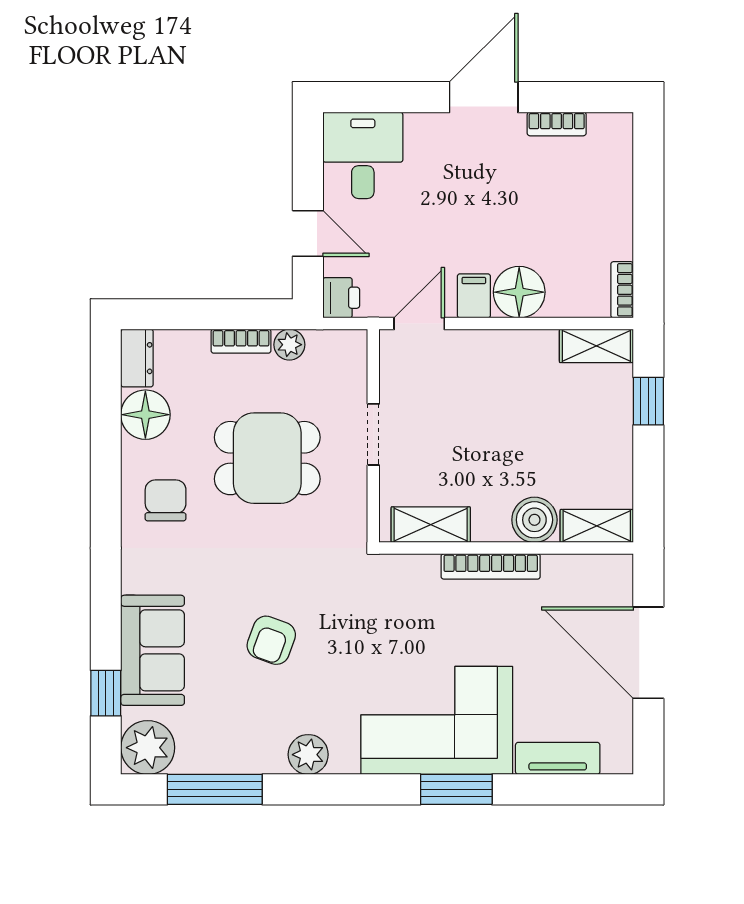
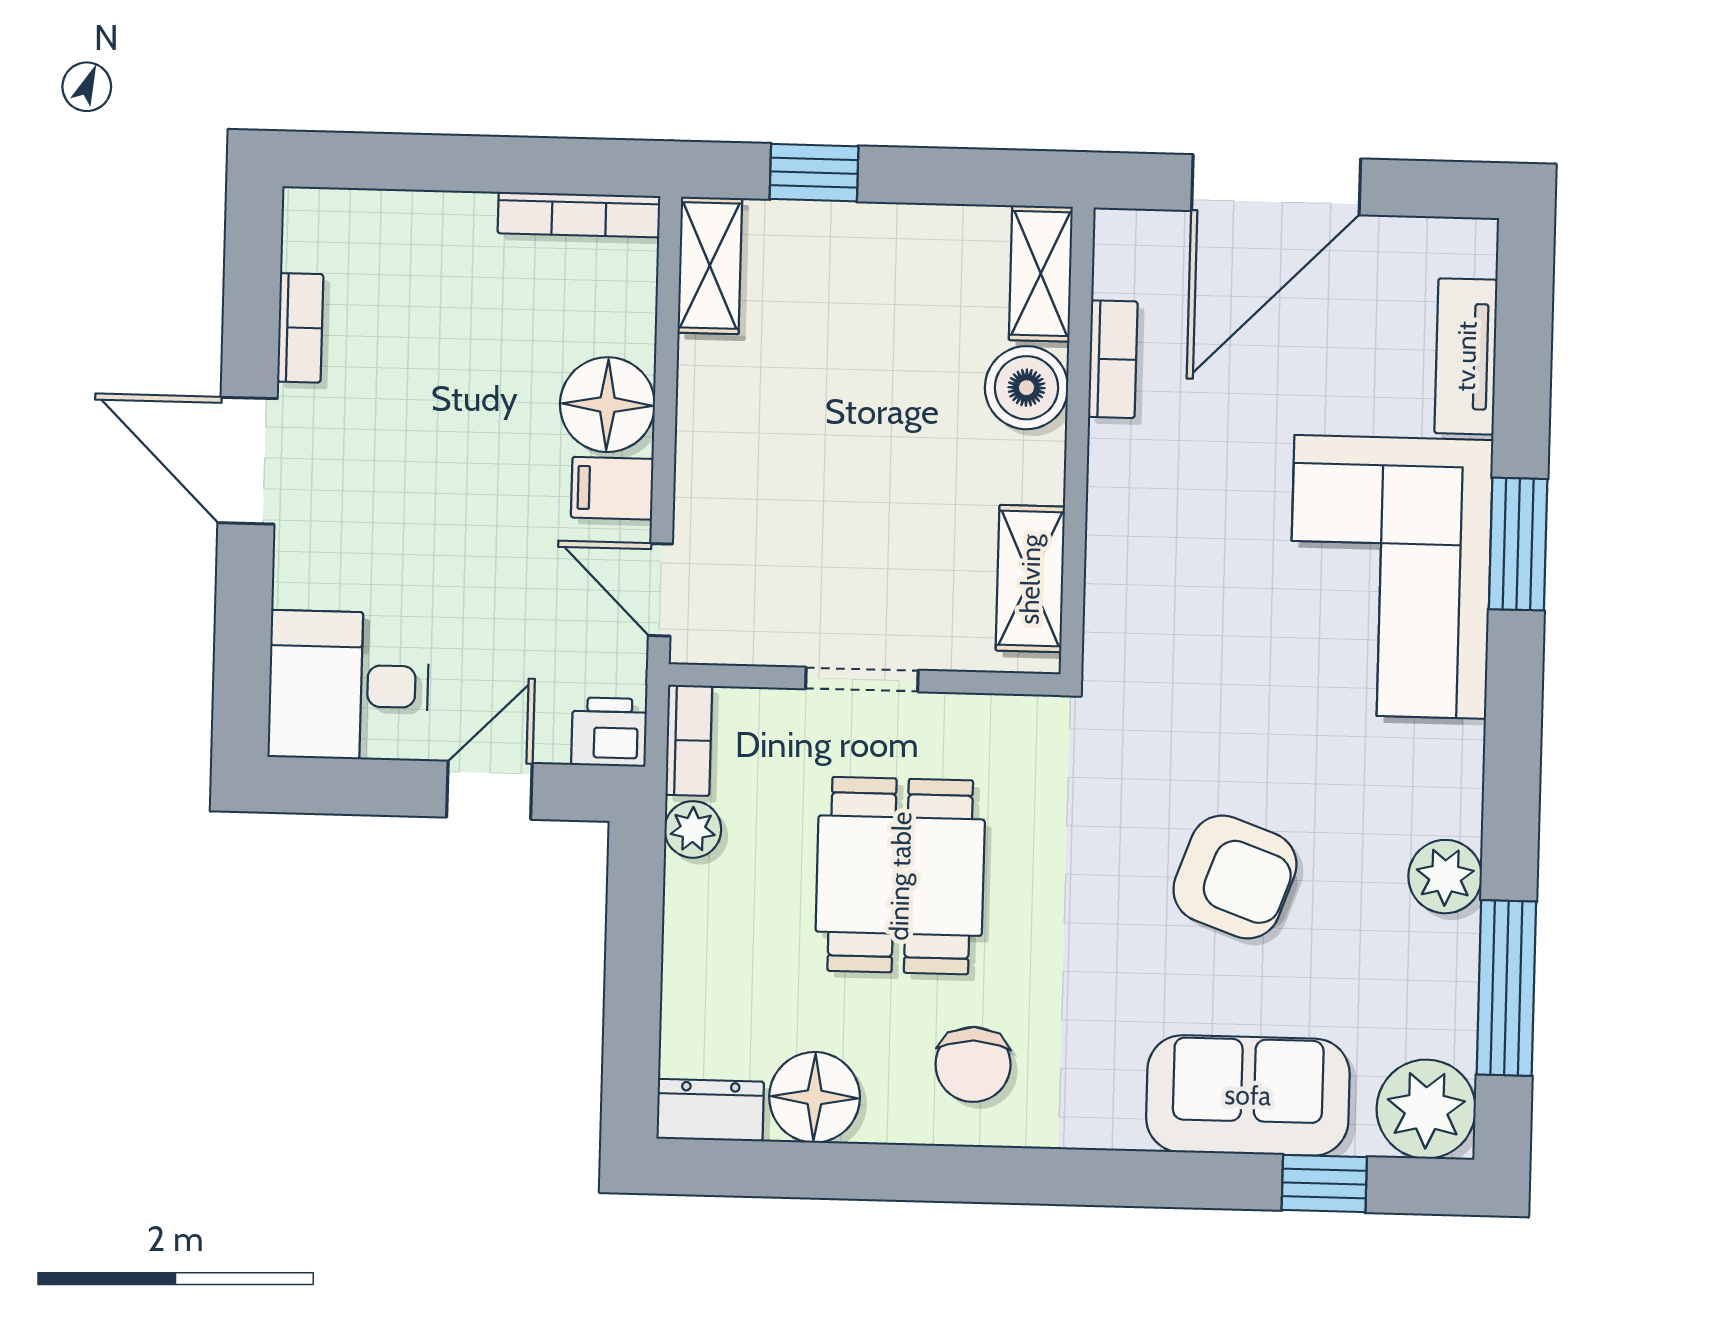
bookcase: (622, 290) -> (579, 215), width x1.56
bookcase: (241, 341) -> (689, 740), moved
chair: (166, 500) -> (973, 1064), turned -90
bookcase: (491, 566) -> (1113, 359), moved, width x0.64
armchair: (271, 640) -> (1235, 877), width x1.38, depth x1.38
plant: (308, 755) -> (1445, 877), moved

